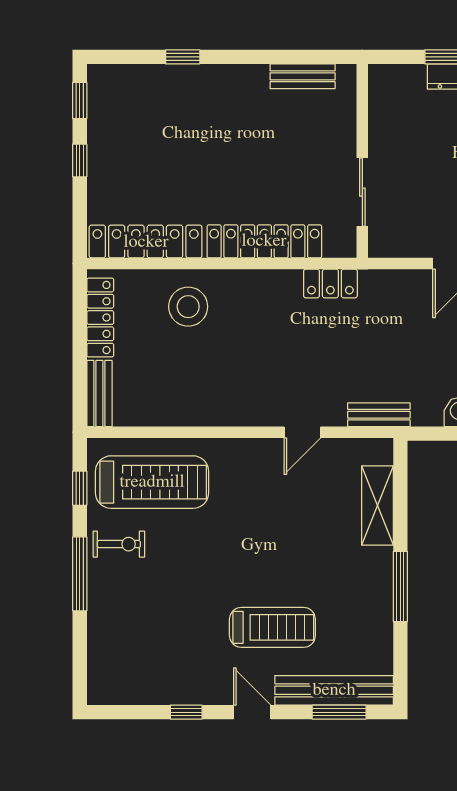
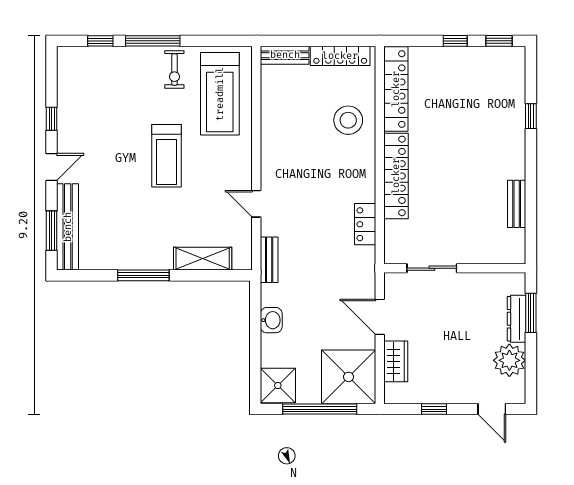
wall: (362, 161) -> (455, 268), moved
sliding door: (362, 192) -> (432, 268), moved
window: (80, 488) -> (100, 41), moved
treadmill: (272, 627) -> (167, 156), moved

